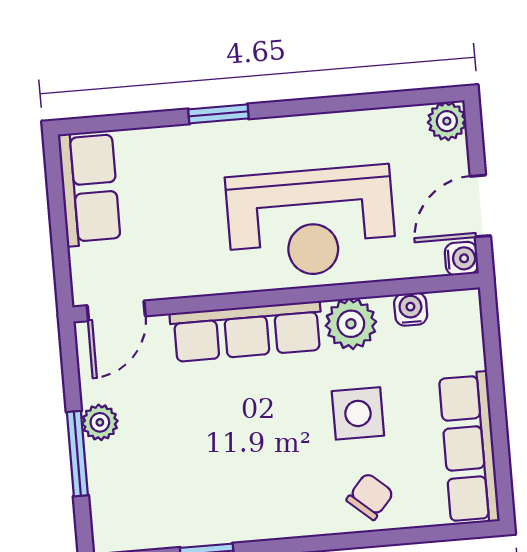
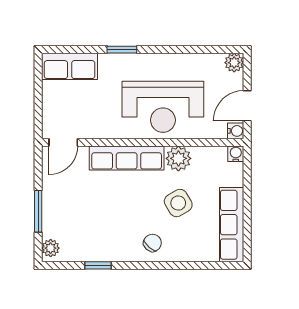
row of seats: (89, 188) -> (70, 66), moved, turned 90
water cooler: (411, 309) -> (236, 154), moved
side table: (358, 413) -> (178, 203), turned -30
plant: (100, 422) -> (51, 248), moved
chair: (370, 496) -> (152, 243), moved

